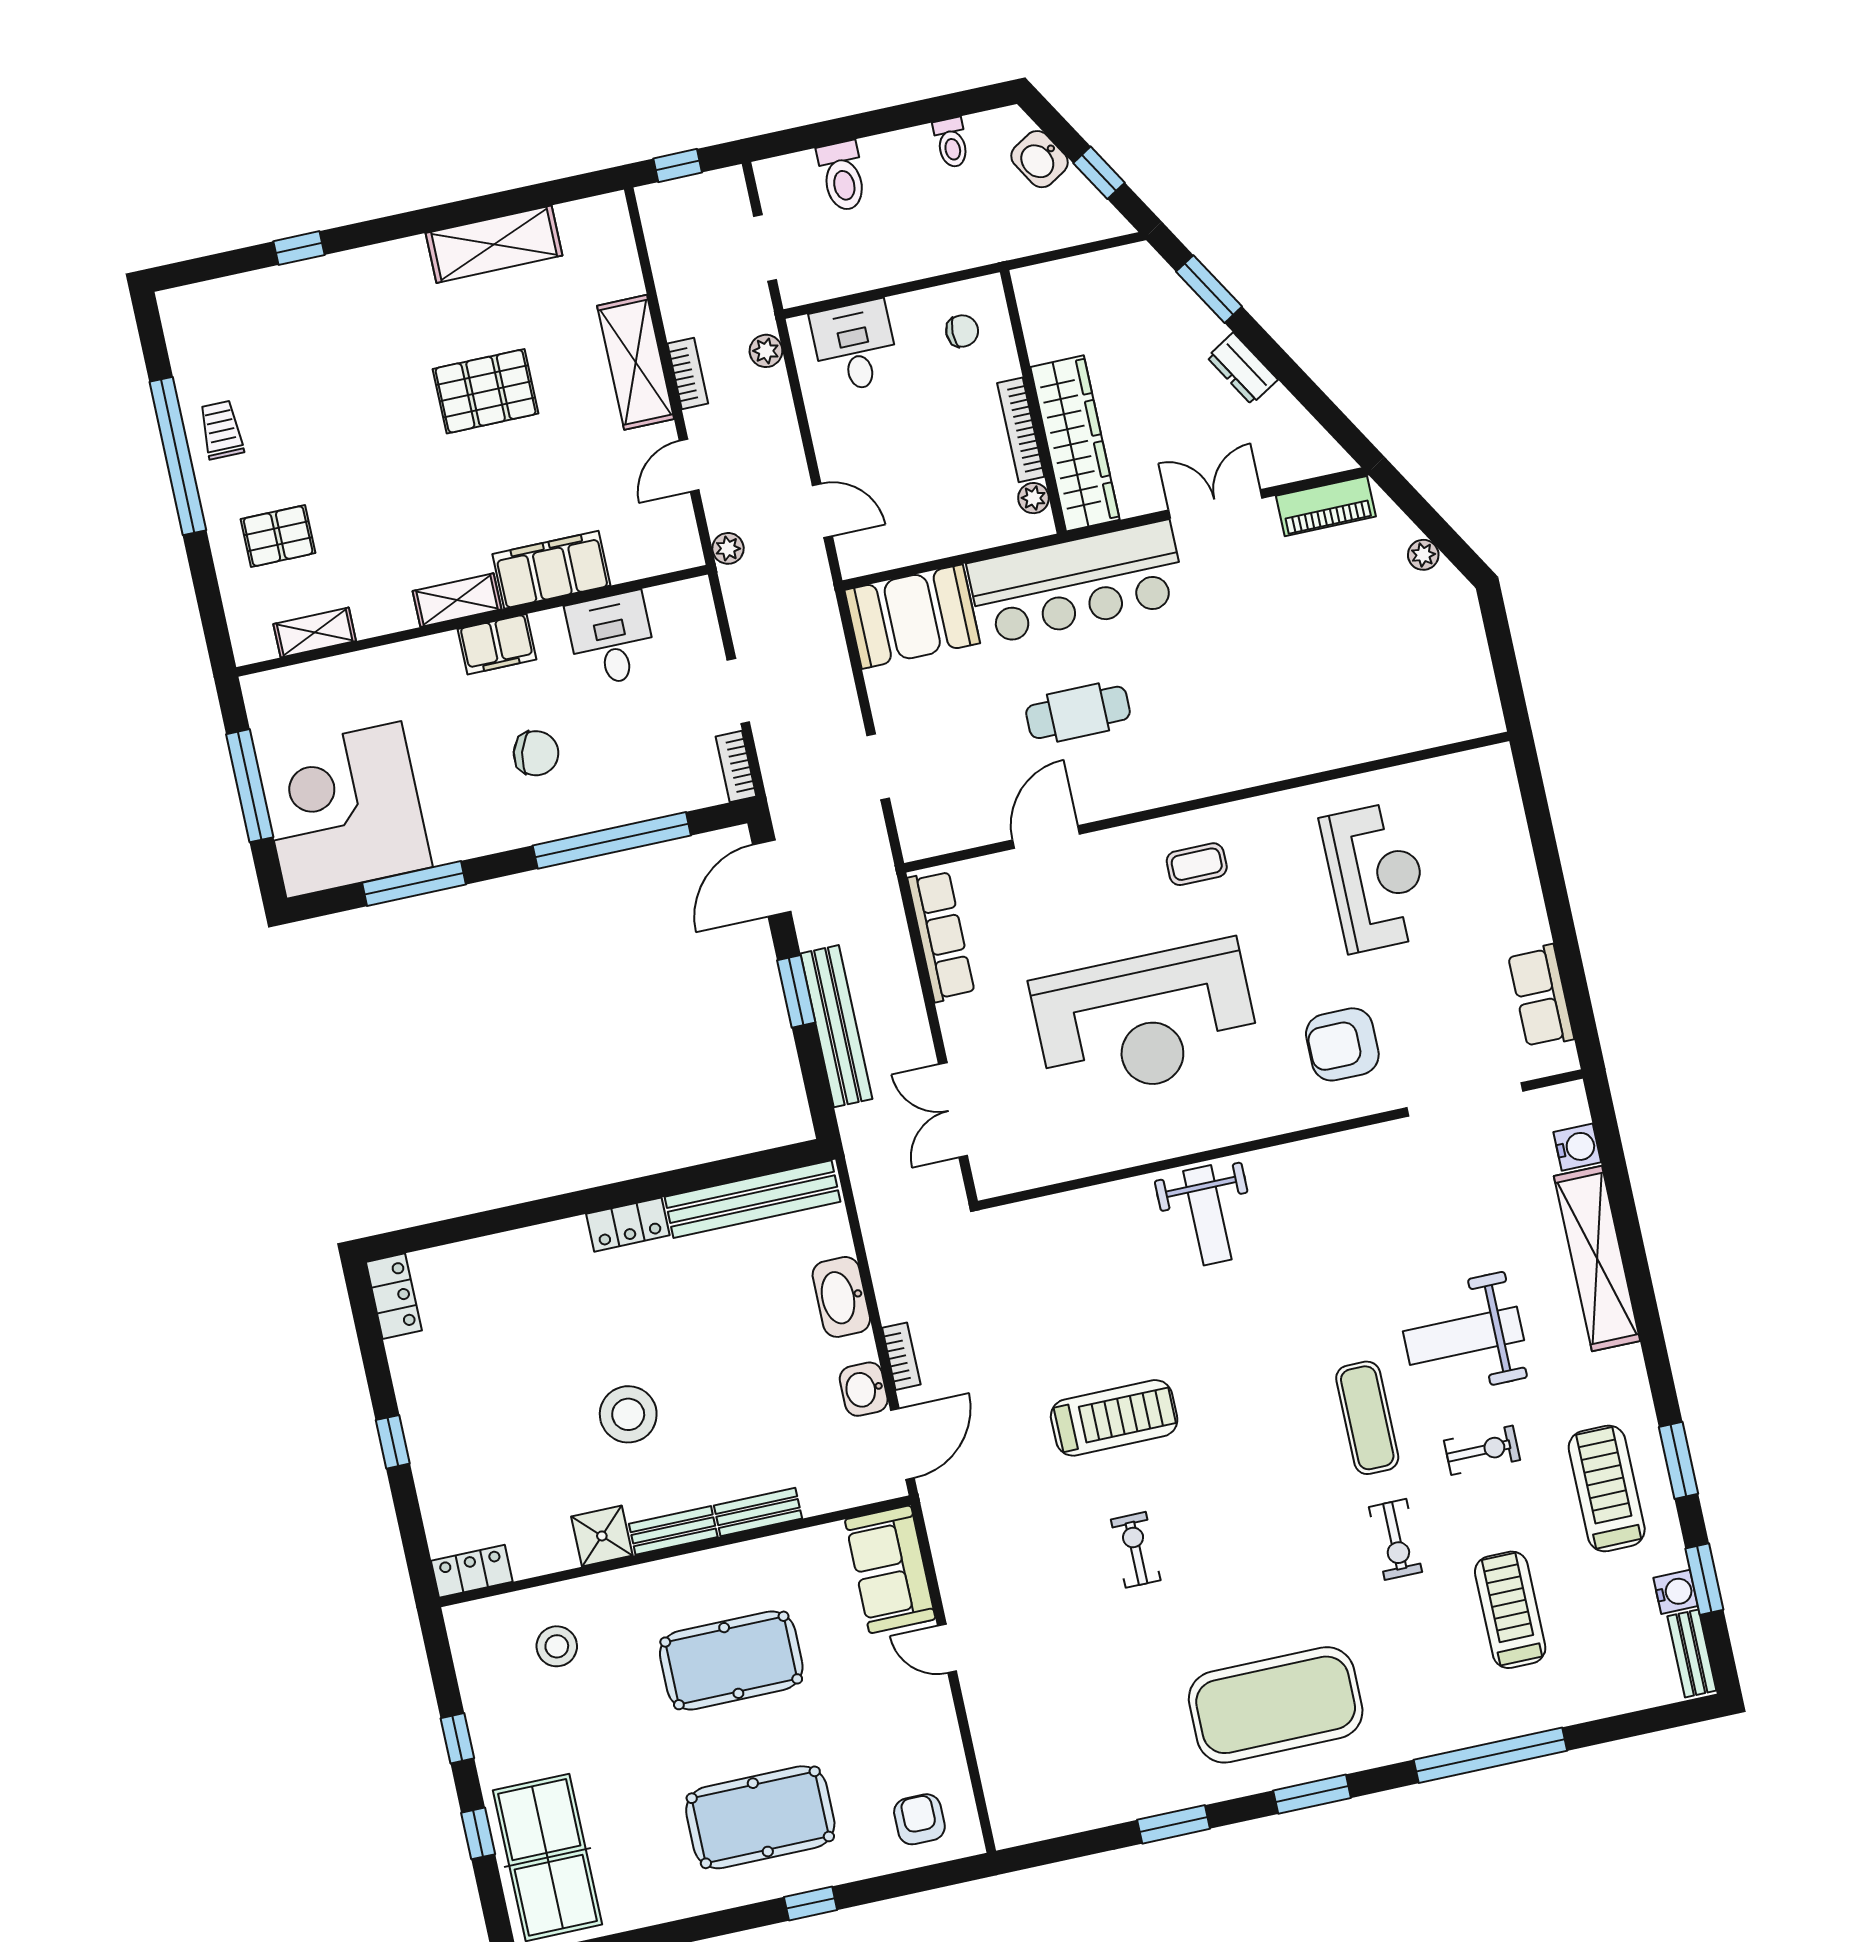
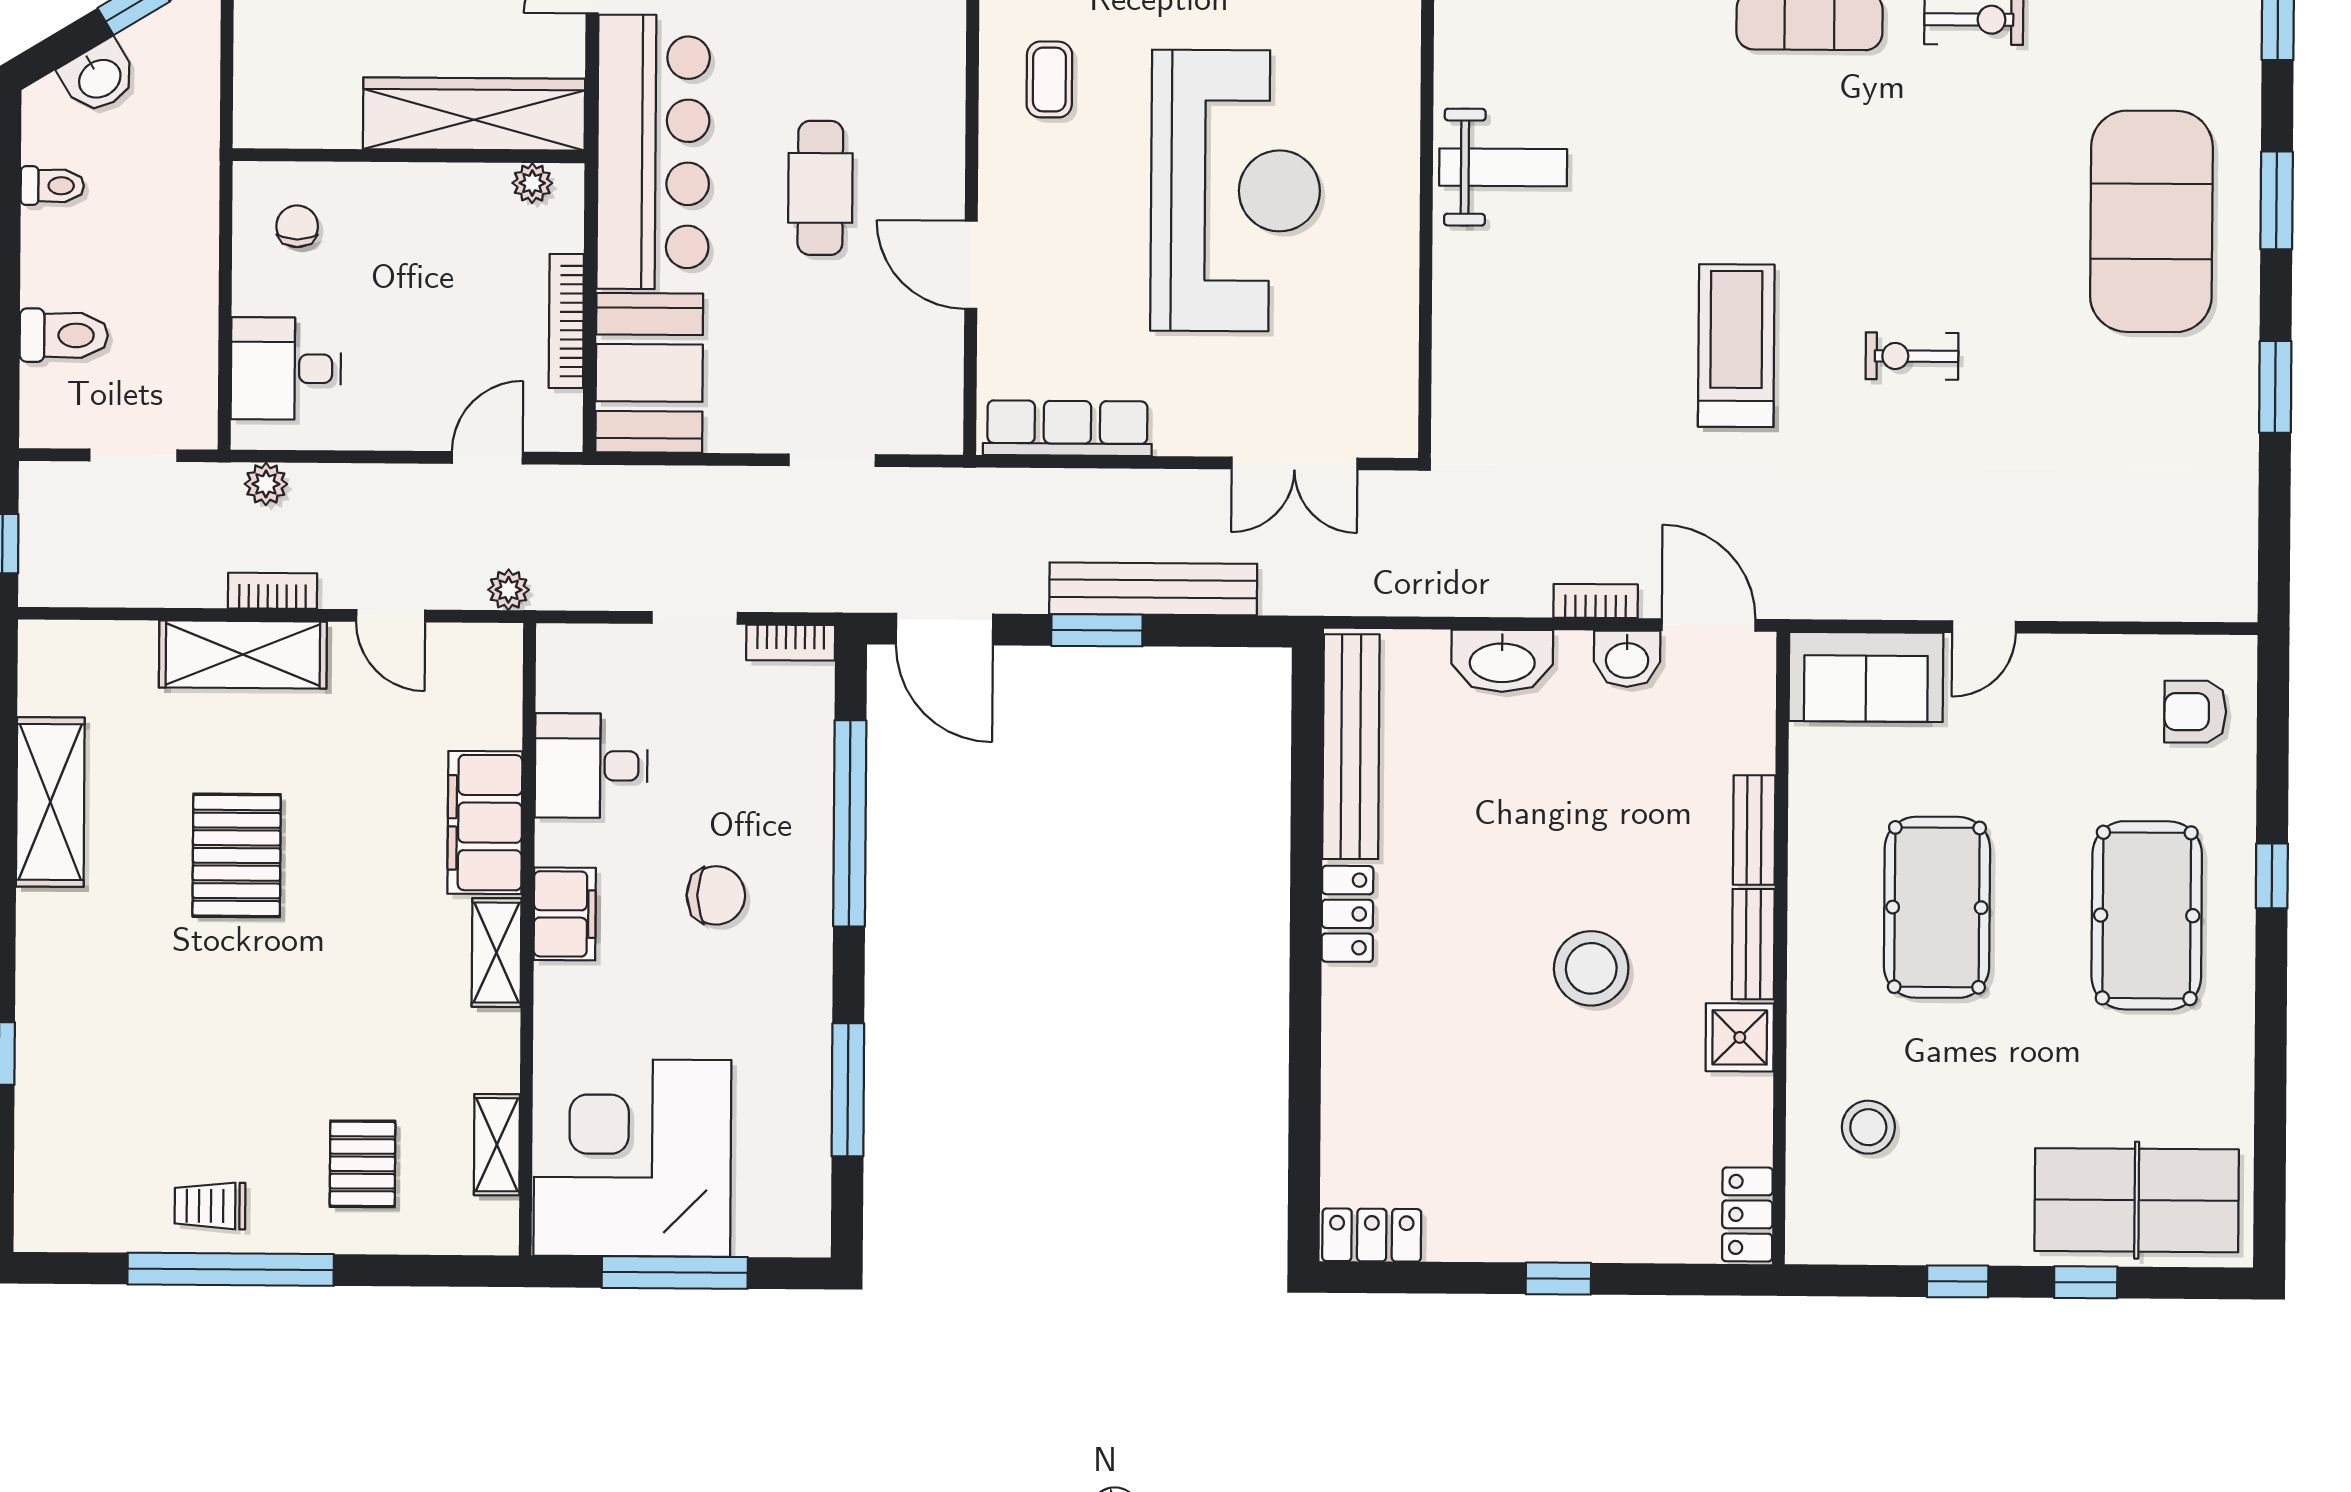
bookcase: (1021, 430) -> (566, 321), moved, turned 90
chair: (536, 753) -> (716, 895), turned 74
corner desk: (344, 810) -> (632, 1158), moved, turned 90

